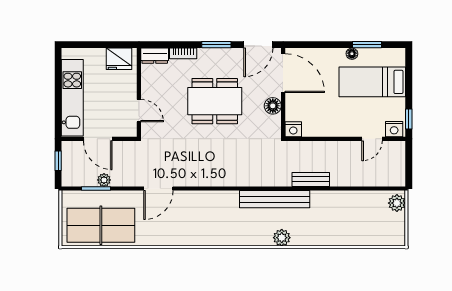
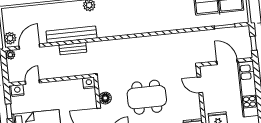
window: (409, 119) -> (9, 111), moved
plant: (104, 180) -> (10, 55), moved
door: (158, 189) -> (29, 47), moved
bench: (275, 199) -> (71, 35), moved

